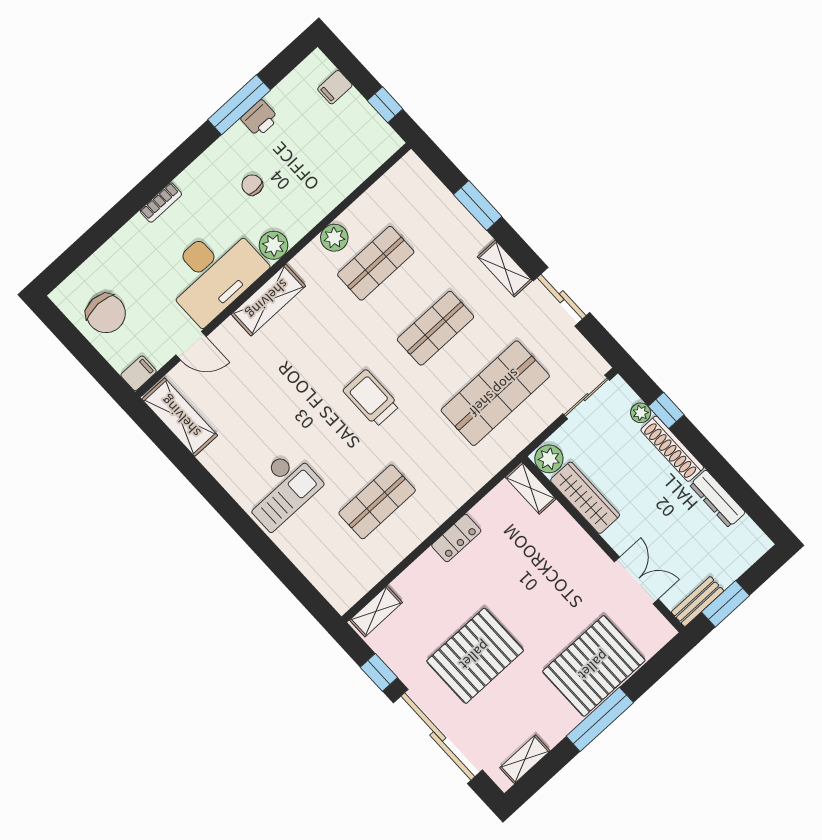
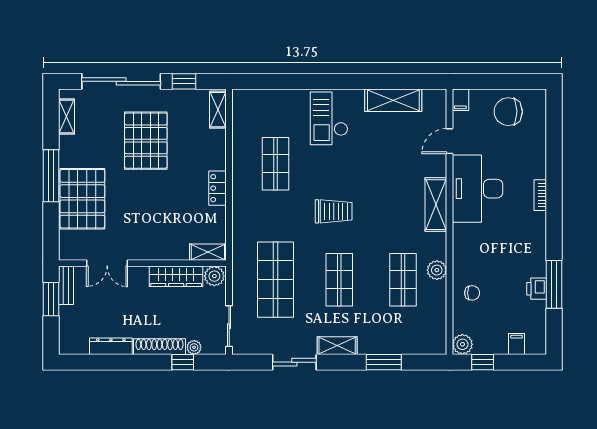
chair: (252, 185) -> (472, 293), moved
plant: (273, 245) -> (462, 344), moved
shelving: (180, 417) -> (393, 100), moved

